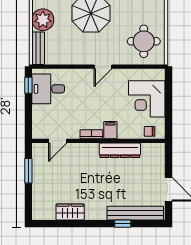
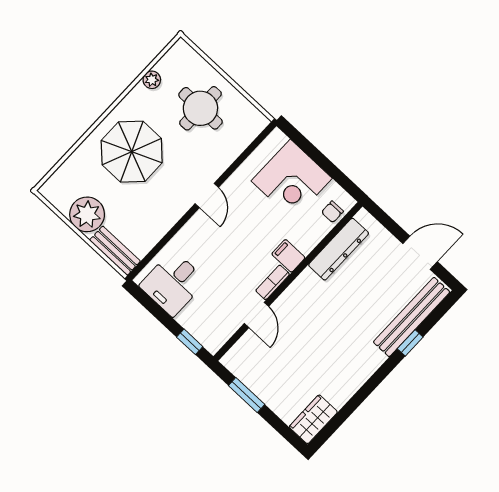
round table: (144, 41) -> (200, 108), moved
window: (28, 85) -> (190, 342), moved
door: (58, 141) -> (257, 315), moved
dresser: (120, 150) -> (339, 249), moved
wardrobe: (70, 212) -> (313, 419), moved

